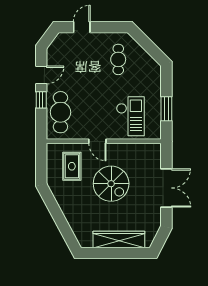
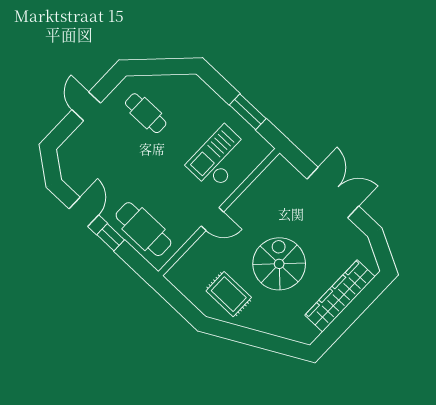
door: (82, 27) -> (86, 106), moved
checkout: (130, 116) -> (219, 158), turned -90
rug: (72, 166) -> (229, 294), moved
spiral stairs: (111, 184) -> (279, 264), moved, turned -90

